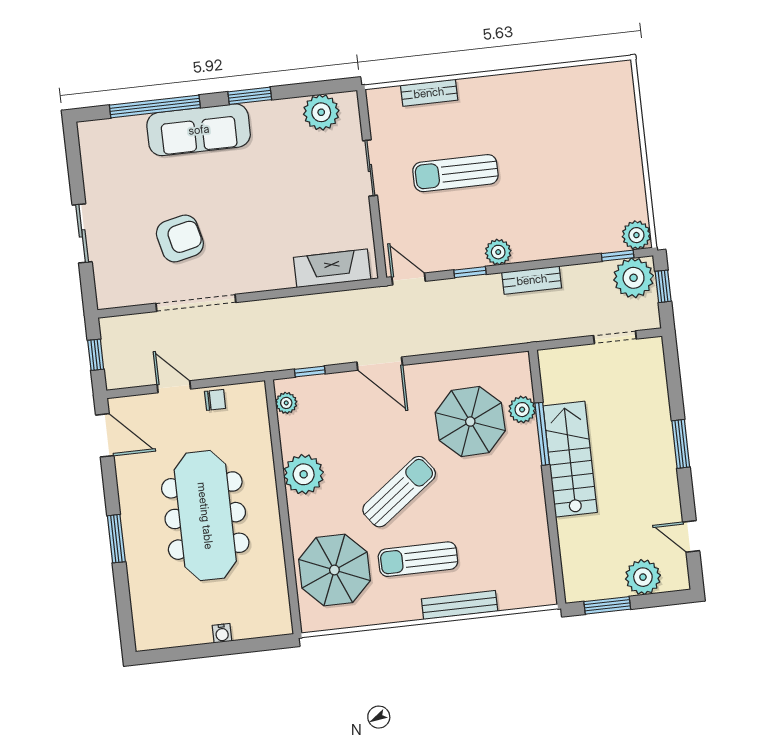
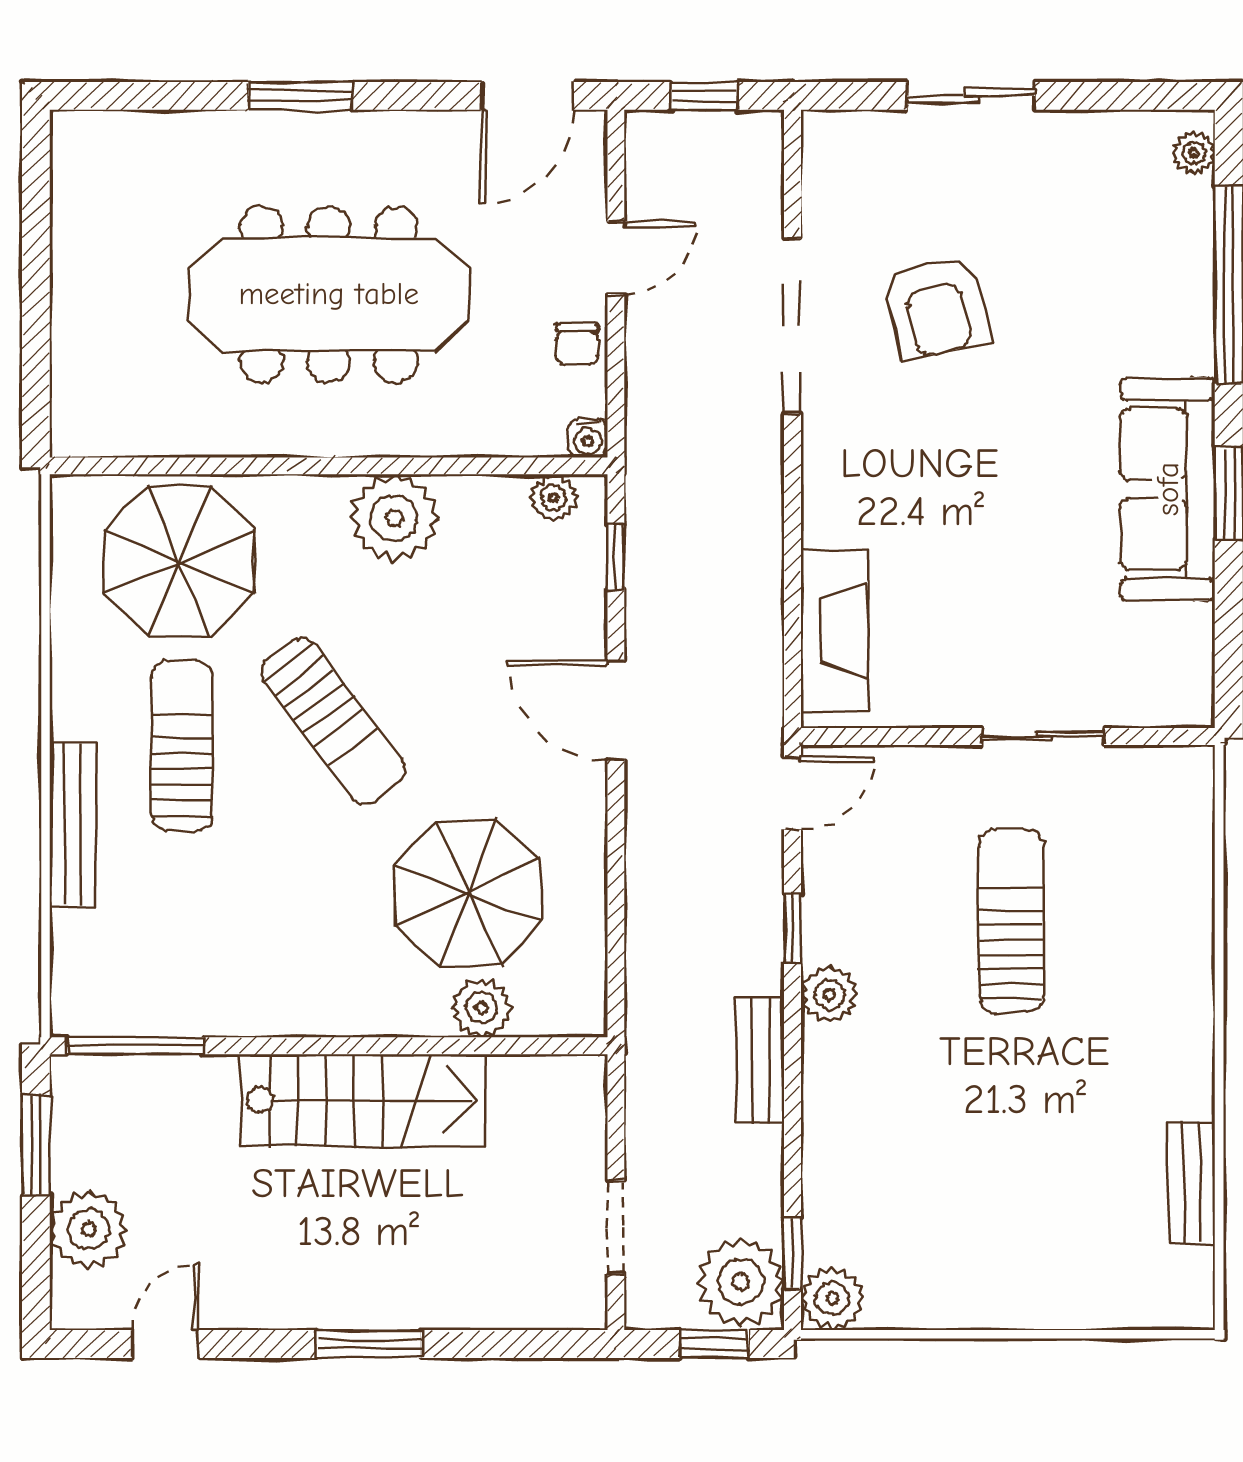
bench: (429, 93) -> (1192, 1182), moved
plant: (321, 112) -> (1194, 153), moved, width x0.53, depth x0.53
sofa: (199, 130) -> (1168, 489), moved
door: (380, 364) -> (616, 710), hinge flipped
window: (542, 434) -> (135, 1046), moved
water cooler: (222, 633) -> (588, 438), moved, turned -90

